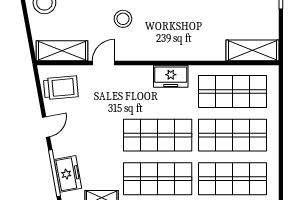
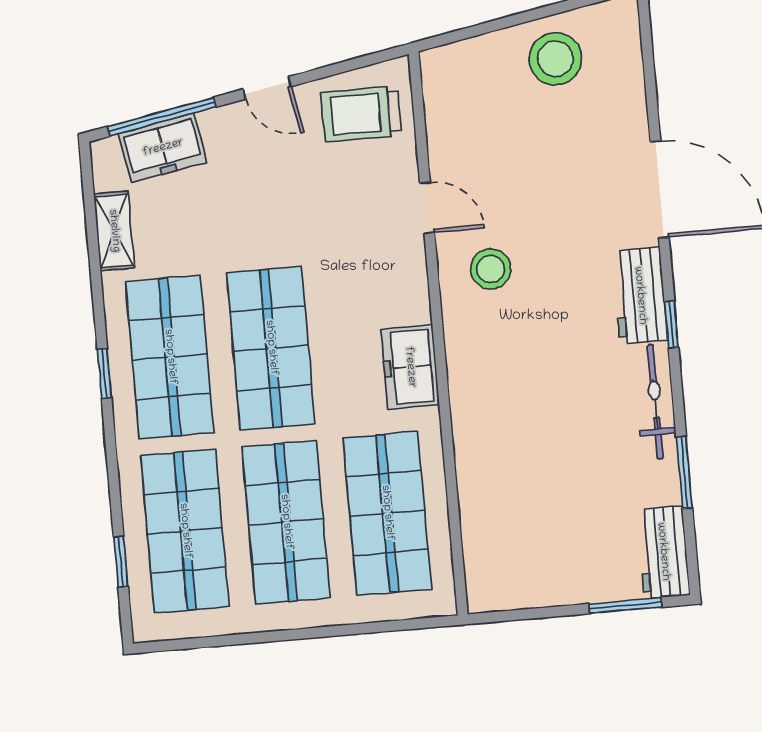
stool: (123, 19) -> (491, 269), moved
shelving: (252, 50) -> (487, 551), removed
shelving: (62, 51) -> (447, 109), removed
trolley: (61, 88) -> (361, 114), turned 95

